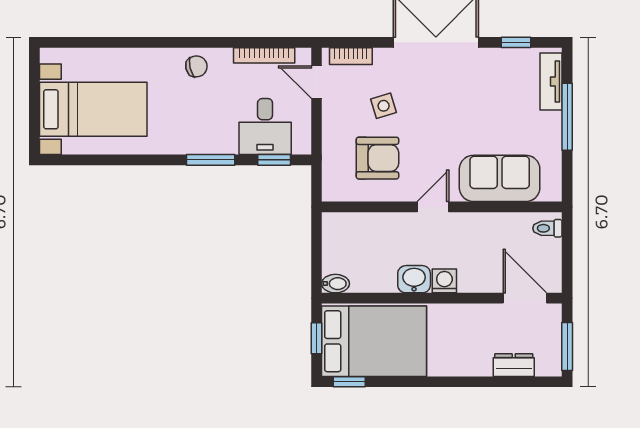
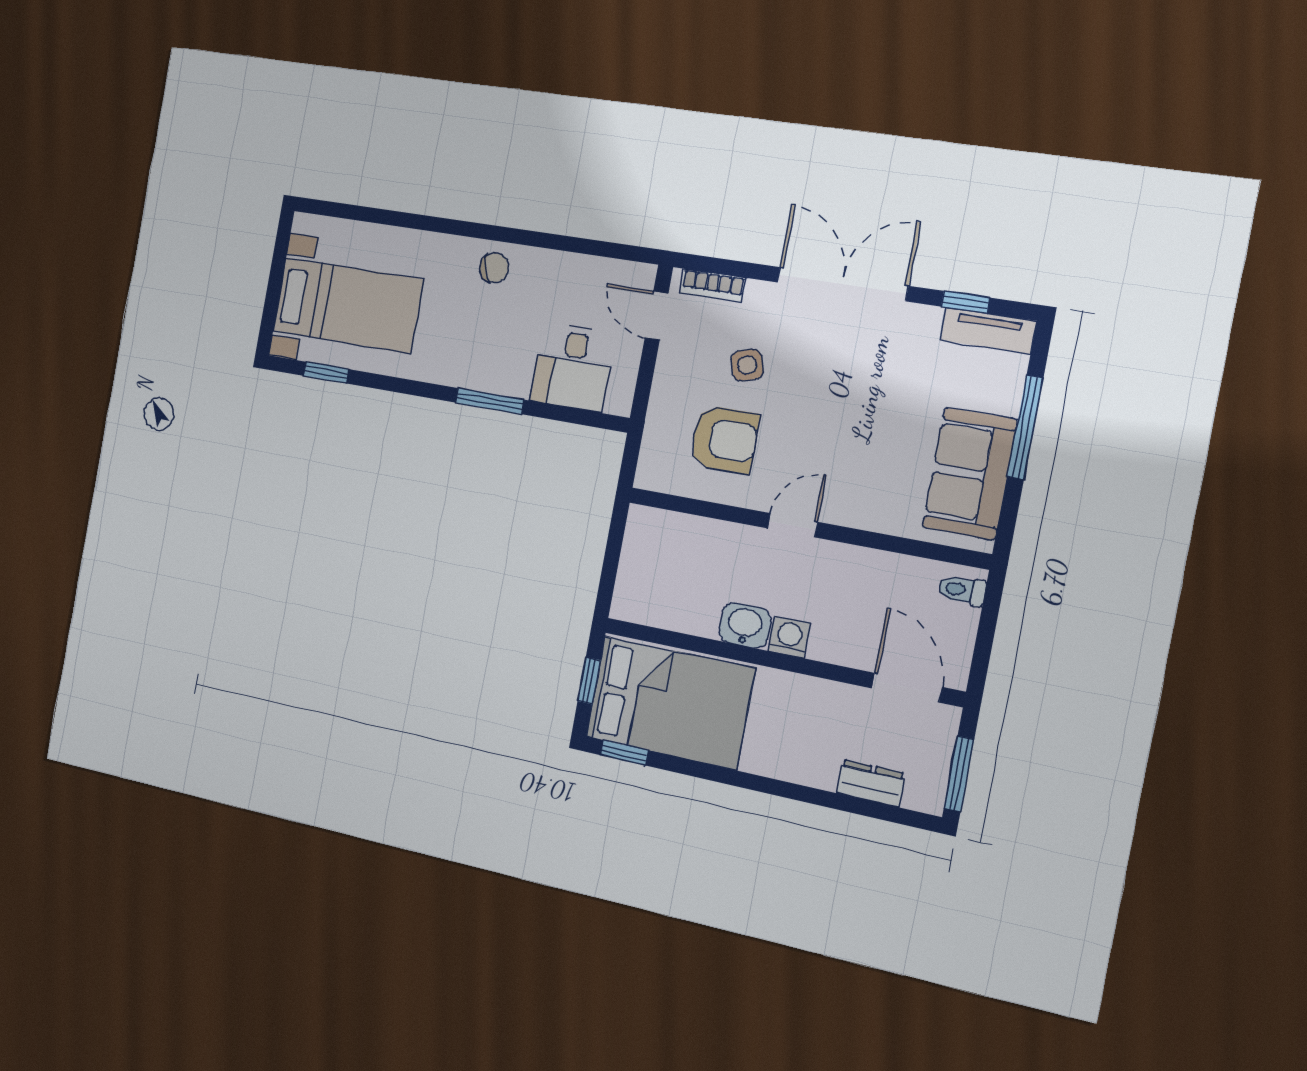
bookcase: (264, 55) -> (590, 266), removed
tv unit: (551, 82) -> (988, 331), moved, turned -90
window: (274, 160) -> (326, 373), moved
sofa: (500, 178) -> (970, 473), moved, turned -90
bidet: (335, 284) -> (630, 609), removed

